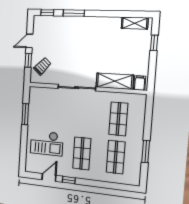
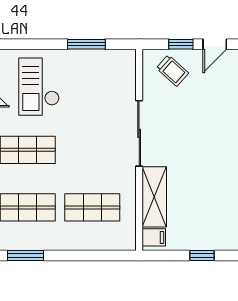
door: (29, 41) -> (215, 44), swing flipped
window: (154, 43) -> (202, 255), moved
window: (146, 151) -> (25, 255), moved

